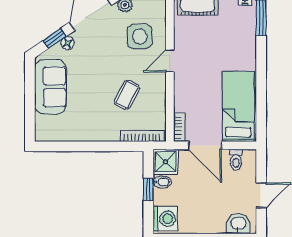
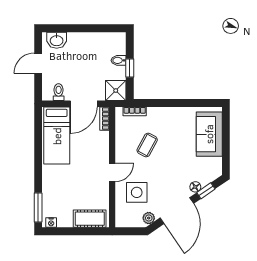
sofa: (50, 87) -> (209, 134), moved
bookcase: (142, 136) -> (135, 111), width x0.64
door: (205, 145) -> (84, 104), swing flipped
bidet: (162, 182) -> (119, 60), moved
washing machine: (165, 219) -> (116, 44), removed

